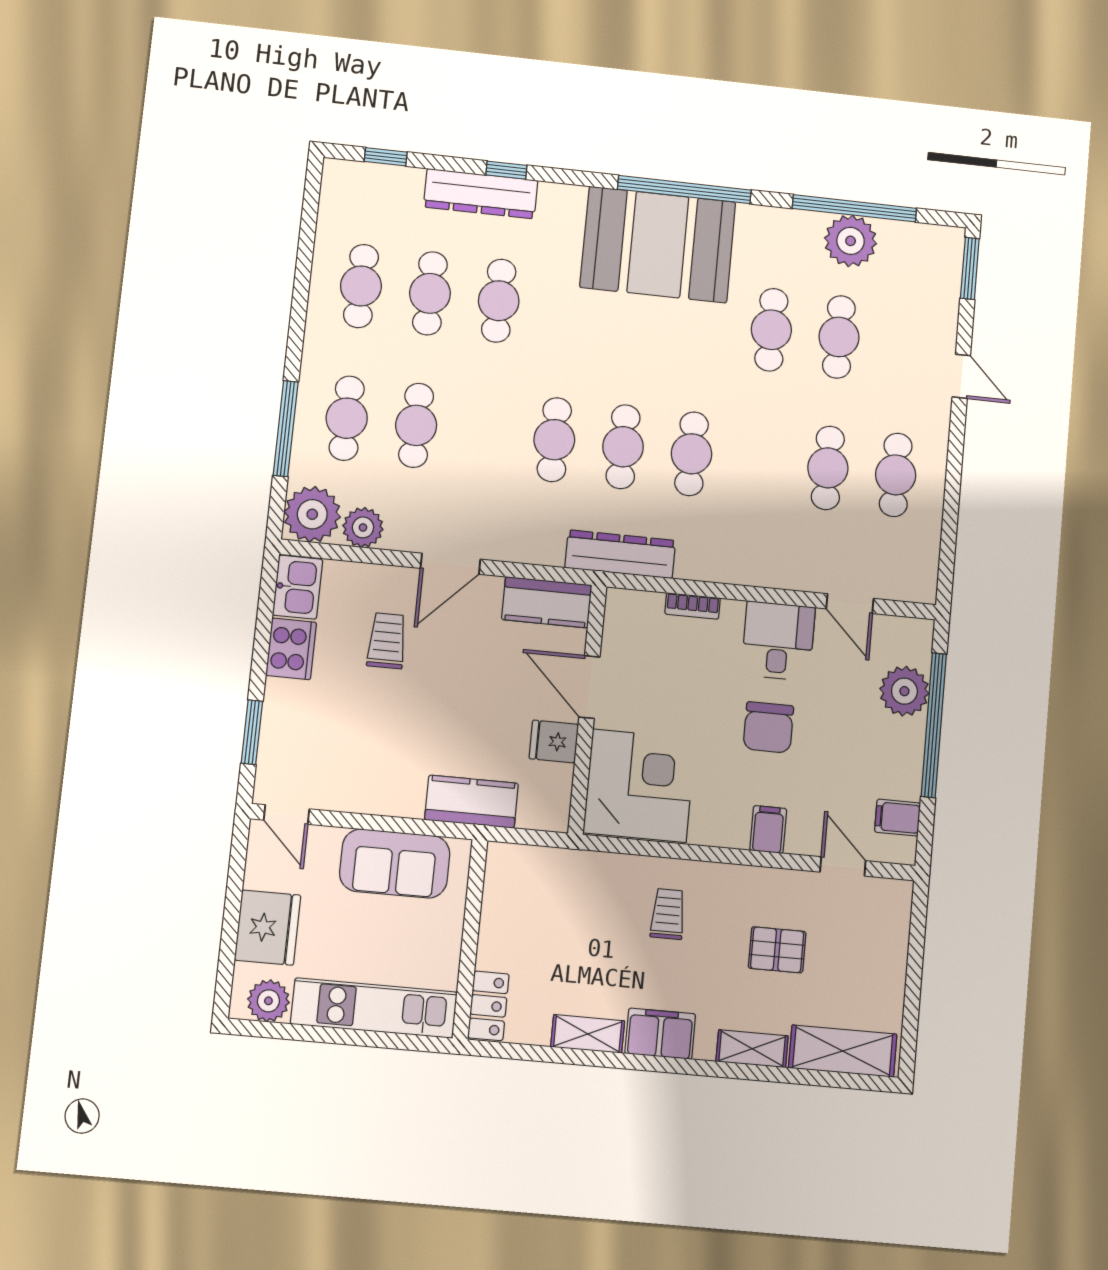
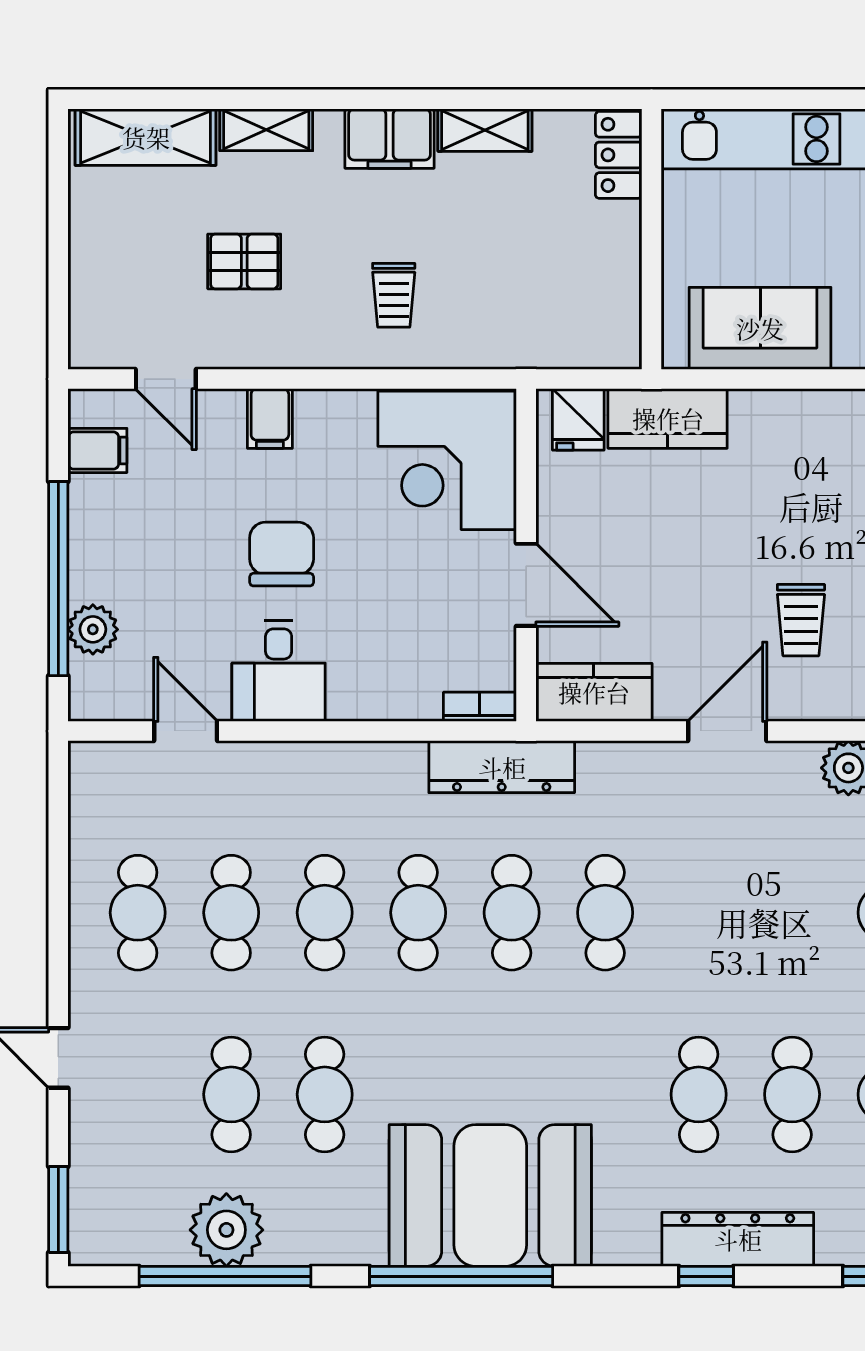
cafe table: (416, 425) -> (325, 913), moved
bookcase: (693, 606) -> (480, 707), moved
plant: (904, 691) -> (93, 629), width x0.73, depth x0.73
fridge: (554, 741) -> (578, 419), moved, turned 90

